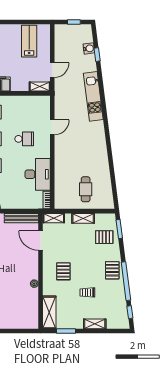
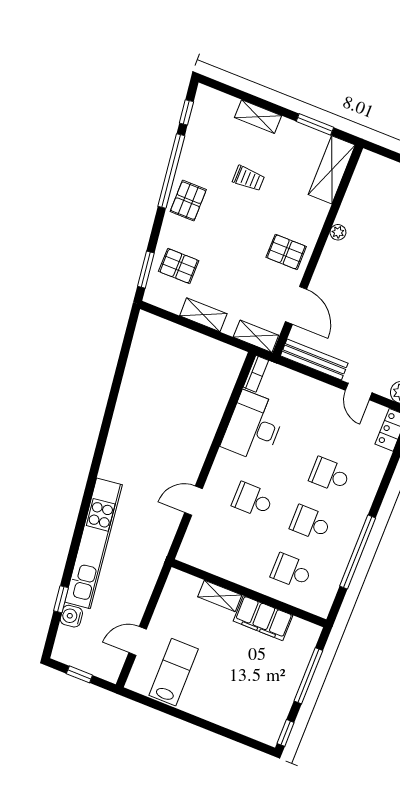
lab bench: (29, 41) -> (174, 672), turned 180
door: (52, 70) -> (138, 641), moved
shelving: (40, 87) -> (220, 596), moved
kitchen unit: (93, 96) -> (93, 543), width x1.36
cafe table: (86, 189) -> (178, 365), removed
pallet: (63, 271) -> (286, 252), moved, turned 90

